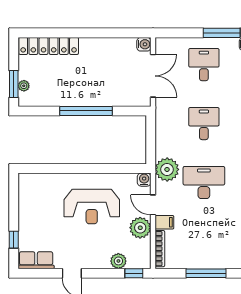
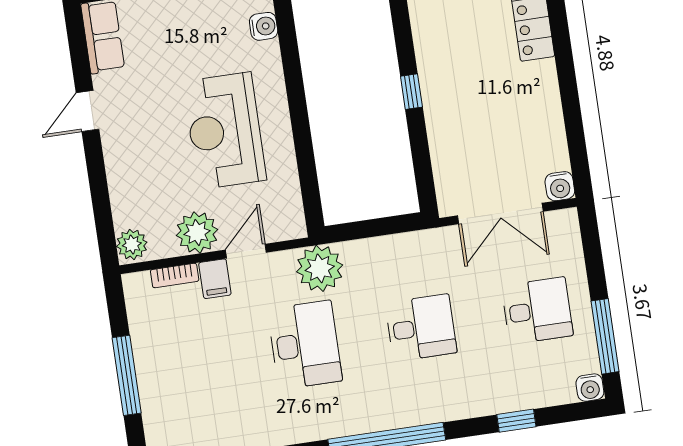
window: (86, 111) -> (411, 92), width x0.32
water cooler: (144, 180) -> (264, 26), moved
bookcase: (160, 249) -> (175, 275), width x0.64
plant: (118, 261) -> (132, 244), moved
window: (134, 273) -> (106, 233), removed

